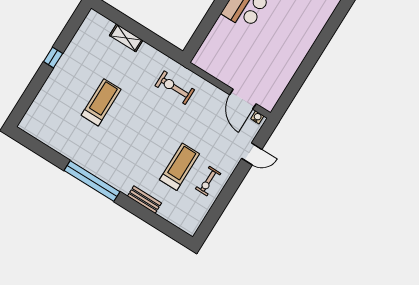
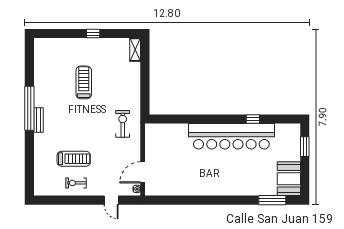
shelving: (126, 38) -> (135, 50), moved
treadmill: (101, 102) -> (84, 82), turned -90
bench: (144, 200) -> (39, 120), moved

